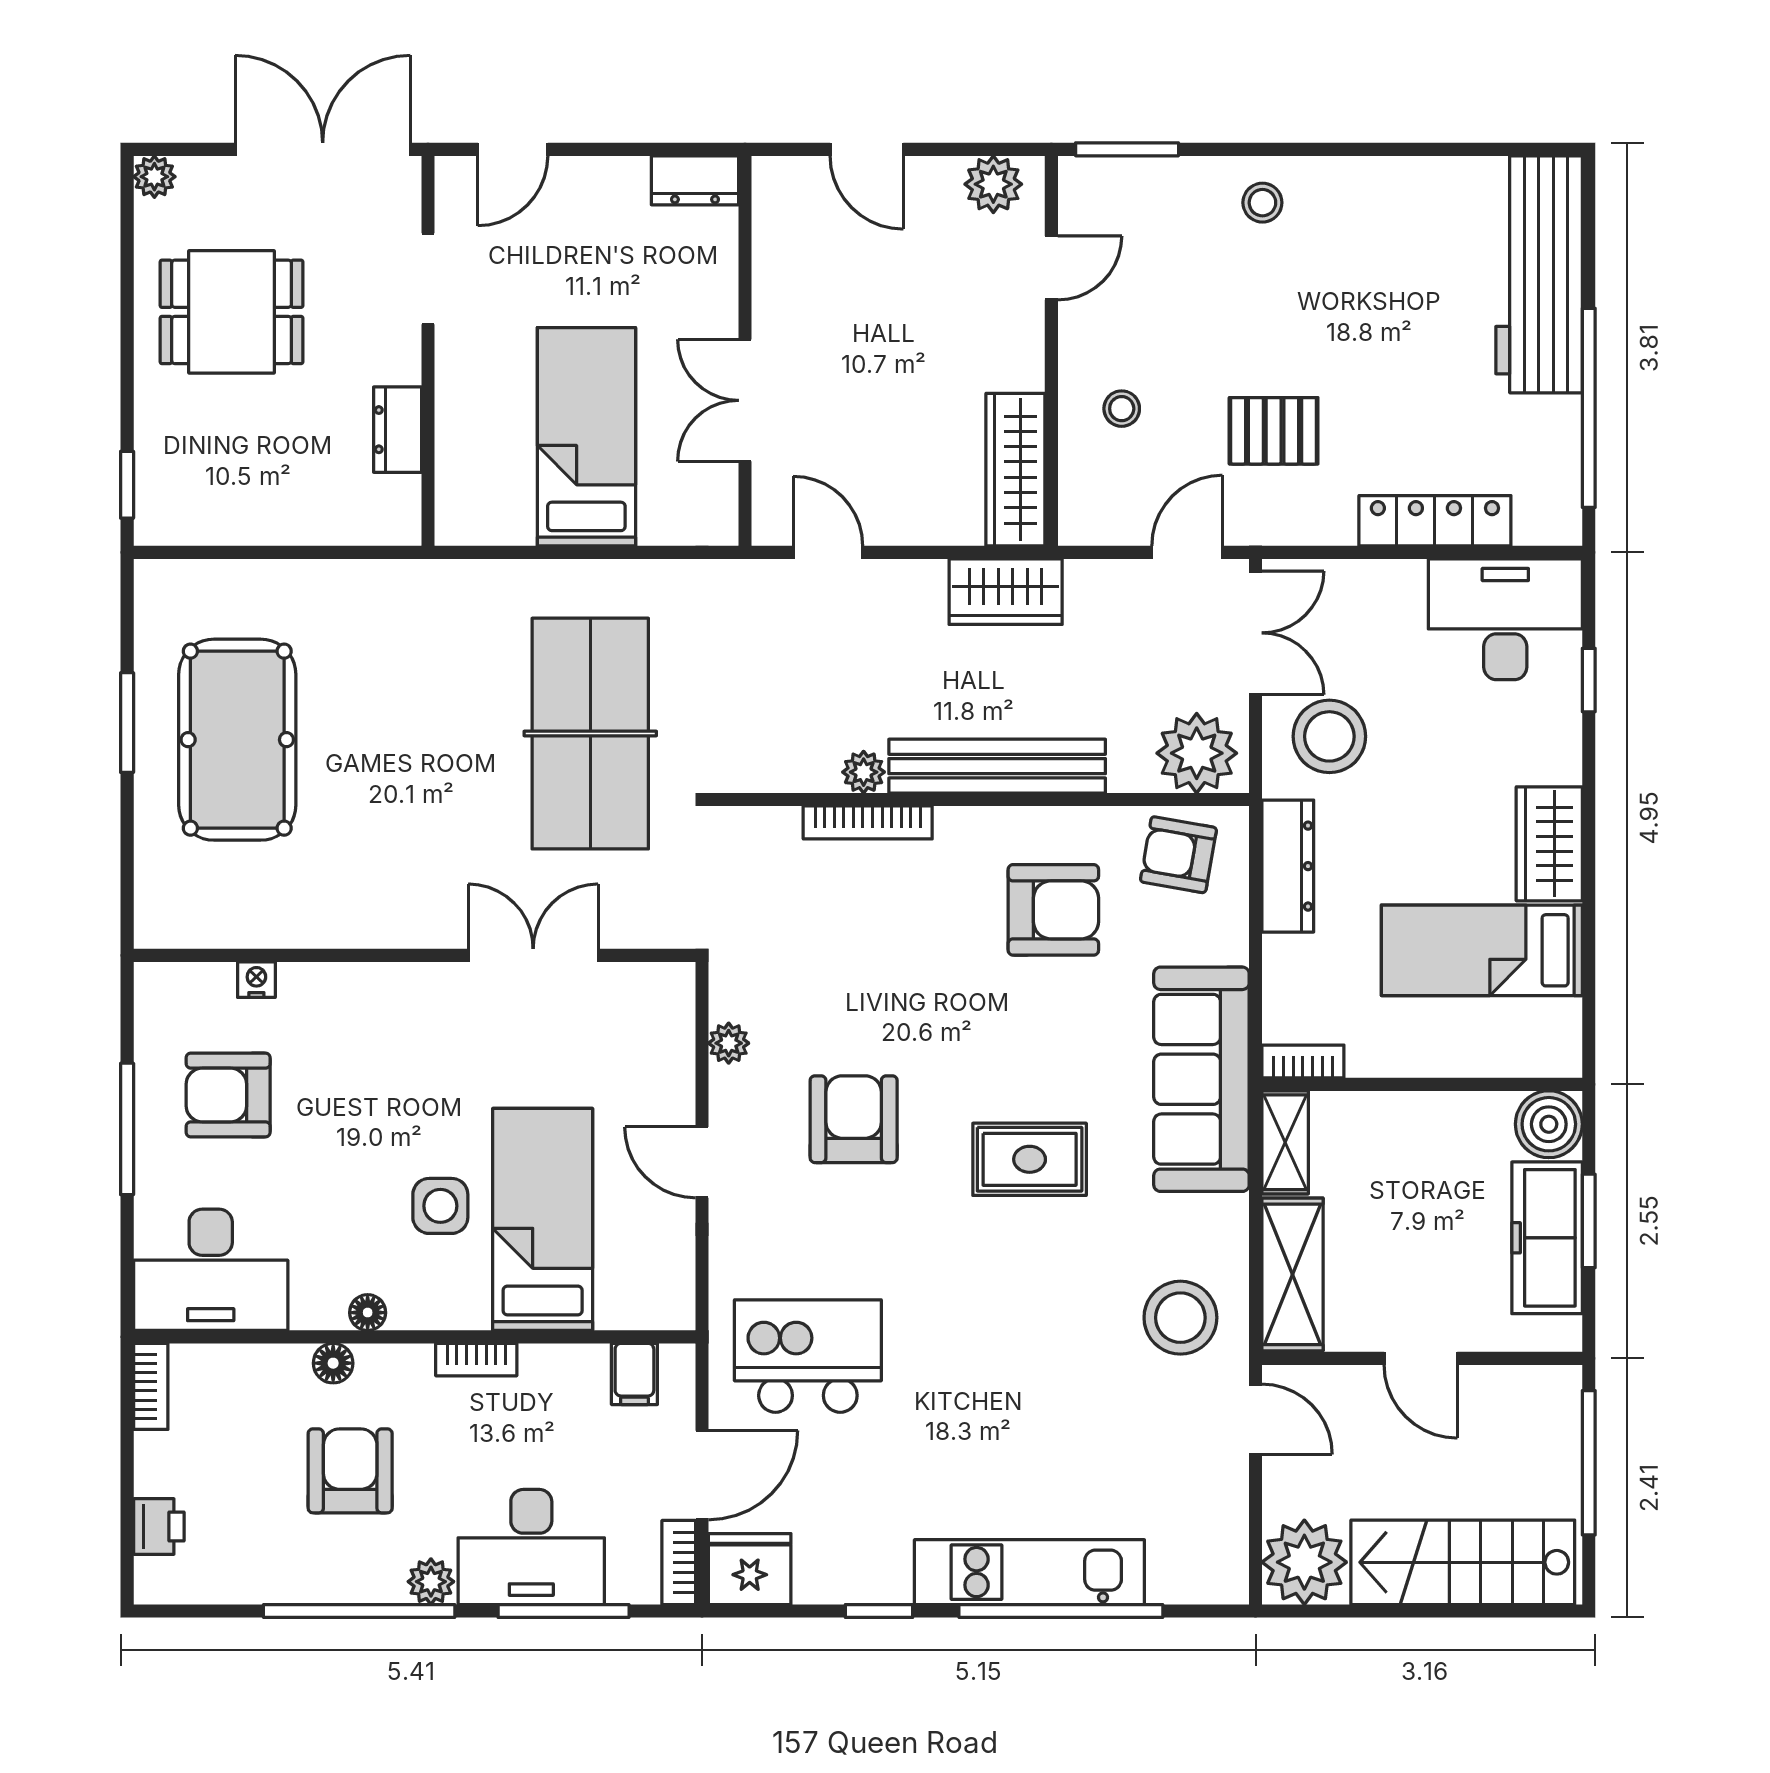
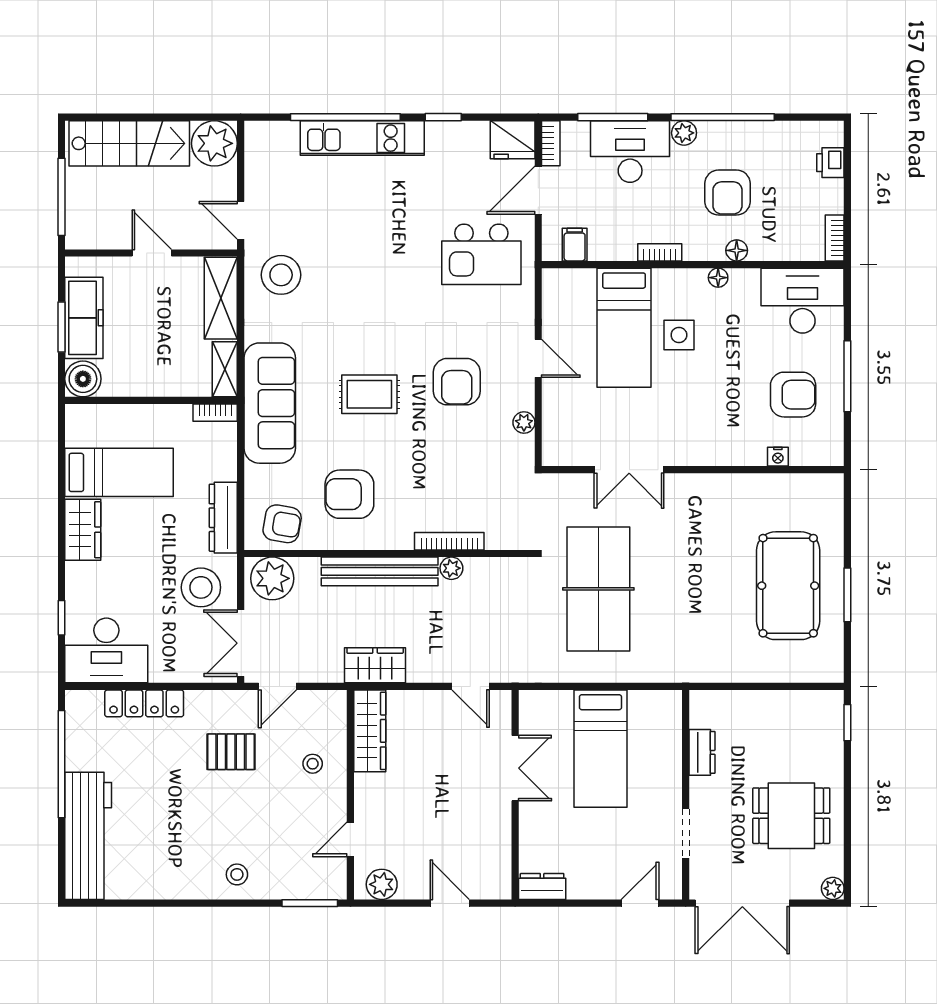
rug: (1030, 1159) -> (369, 394), moved

